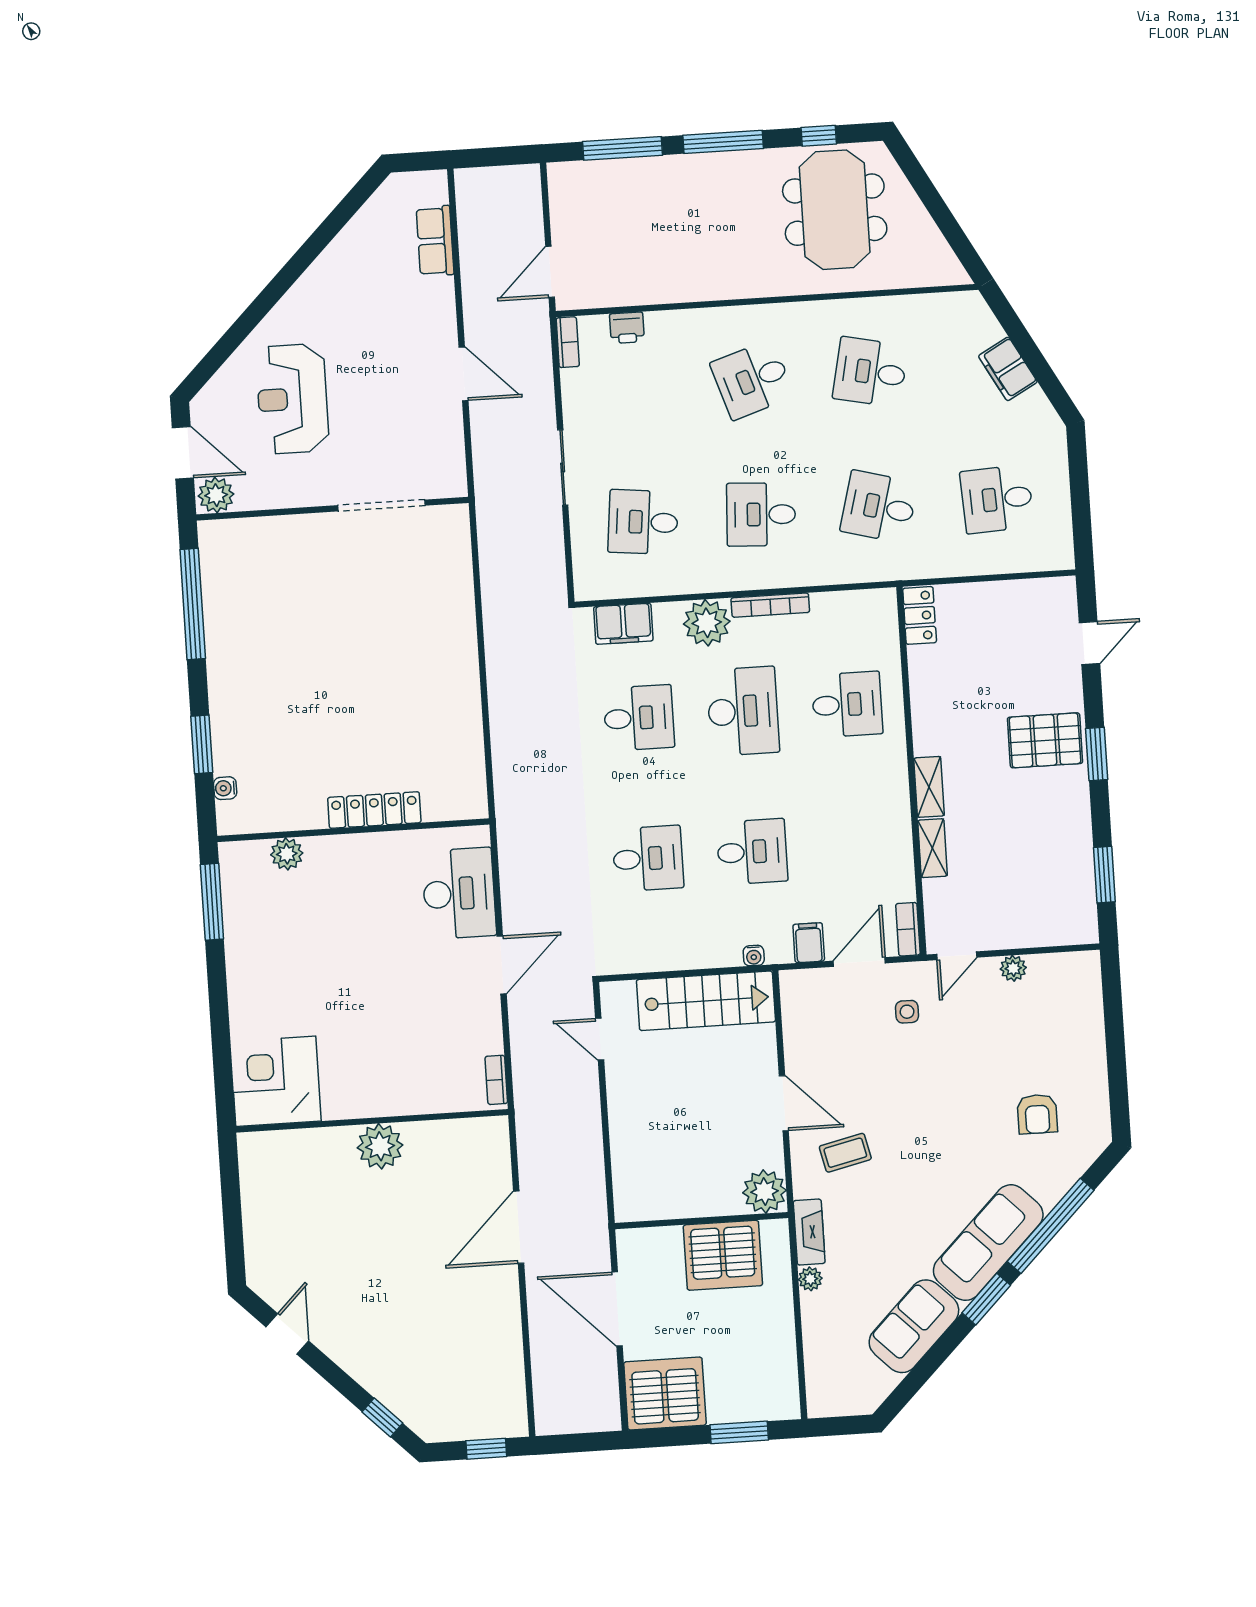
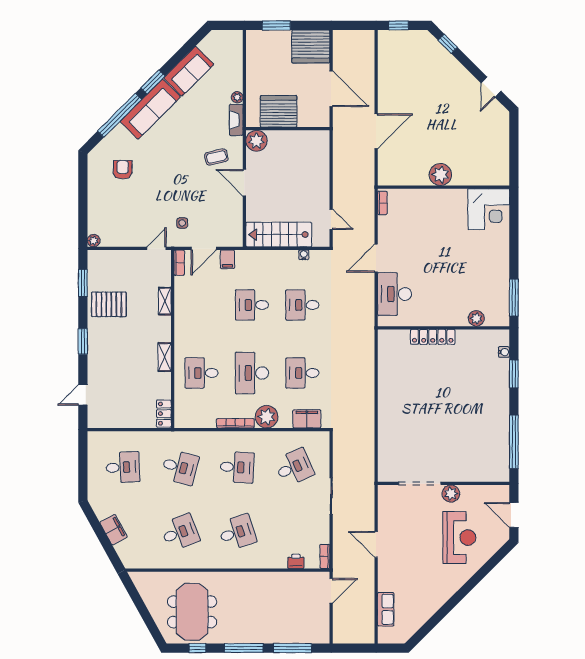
desk: (870, 372) -> (180, 532), turned -33
plant: (216, 495) -> (451, 494), moved
desk: (643, 522) -> (294, 467), turned -30
pallet: (1045, 740) -> (109, 304), moved
shelving: (929, 787) -> (165, 357), moved
water cooler: (754, 956) -> (304, 255), moved
plant: (1013, 968) -> (94, 241), moved

